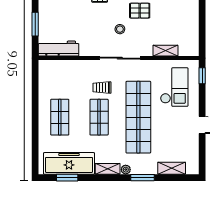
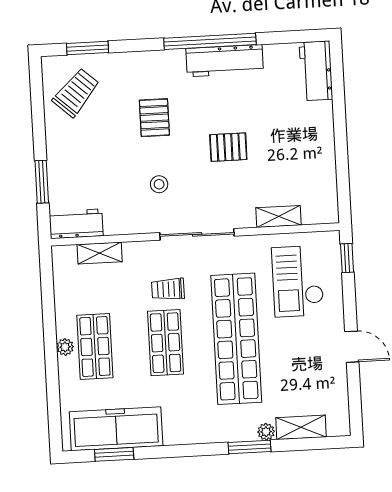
stool: (120, 29) -> (159, 184), moved
workbench: (59, 49) -> (76, 224), width x0.73
checkout: (174, 87) -> (298, 281), turned 180
plant: (43, 117) -> (65, 347), added
shelving: (108, 169) -> (100, 253), moved
plant: (126, 170) -> (266, 432), moved

